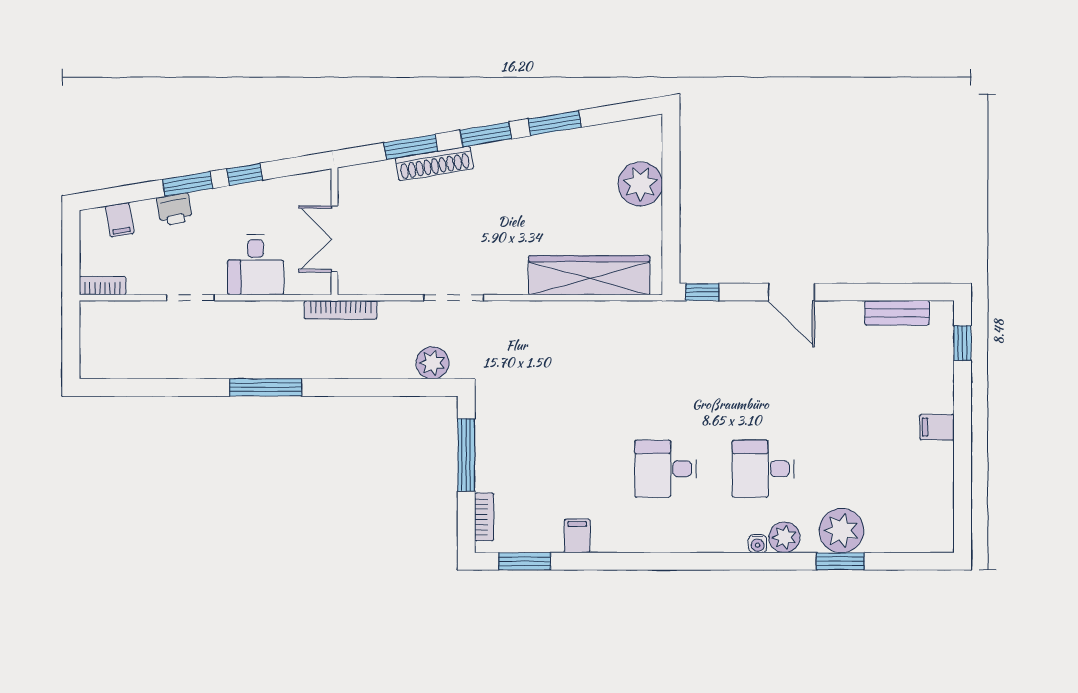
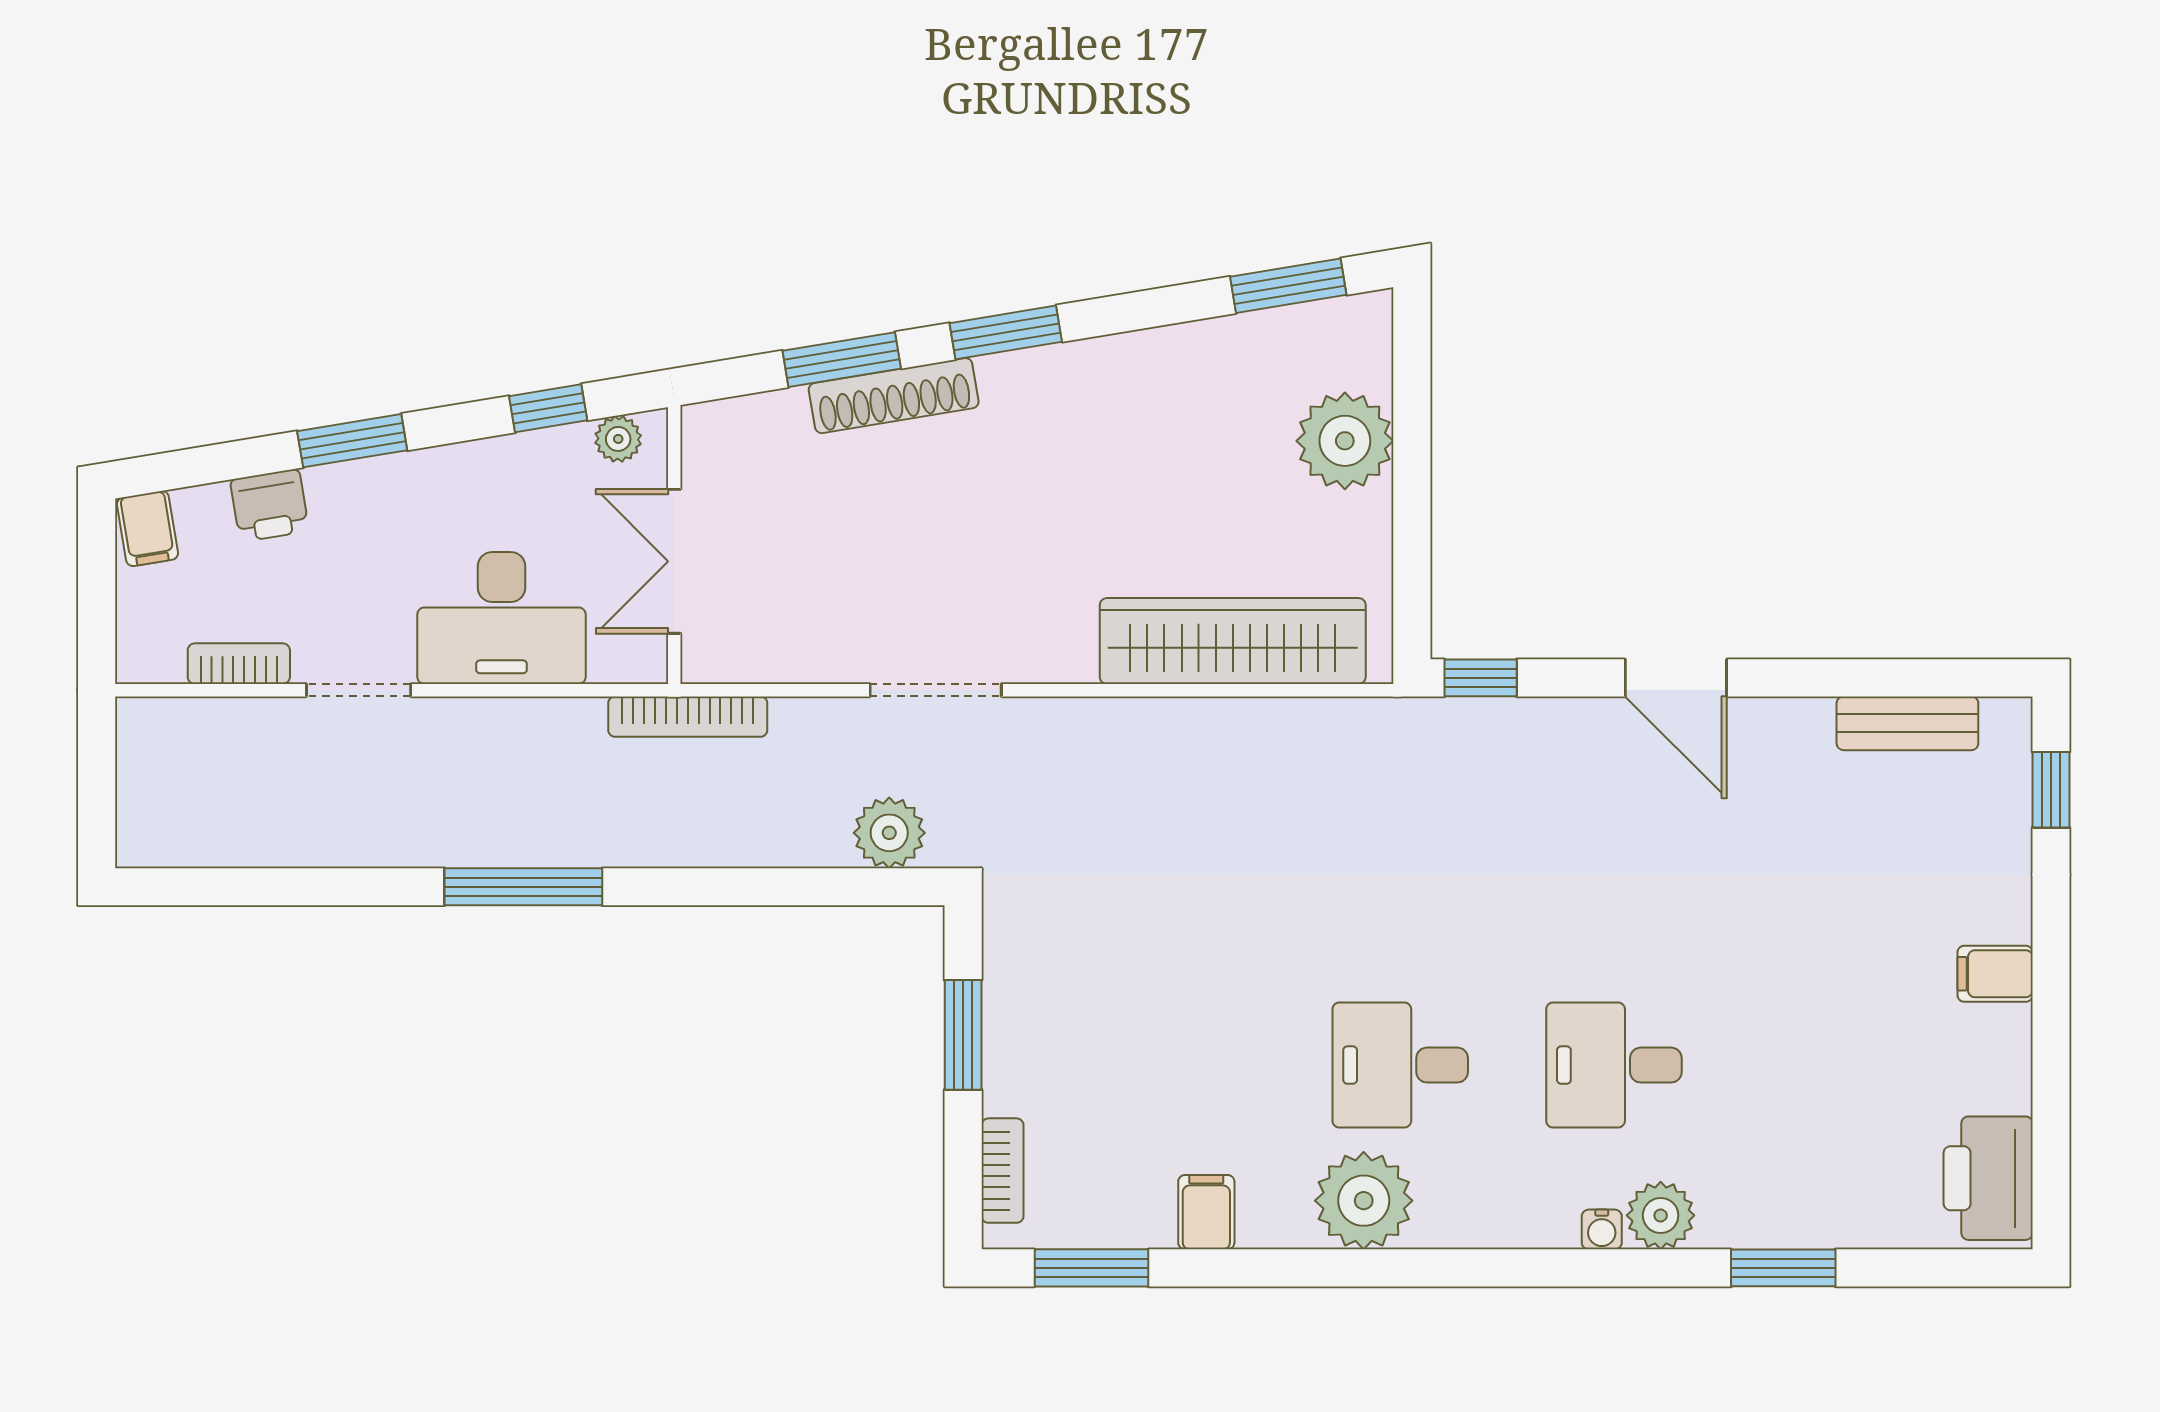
window: (555, 123) -> (1288, 286), moved
window: (245, 174) -> (548, 408), moved
plant: (309, 183) -> (618, 439), added
printer: (174, 209) -> (269, 505), moved
filing cabinet: (120, 220) -> (147, 529), moved
desk: (256, 265) -> (501, 618), width x1.37
bookcase: (103, 286) -> (239, 664), moved
window: (466, 455) -> (963, 1035), width x0.69
printer: (934, 520) -> (1988, 1178), added
plant: (841, 531) -> (1364, 1201), moved

